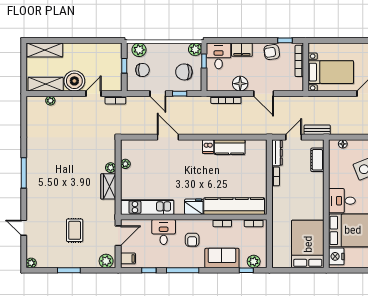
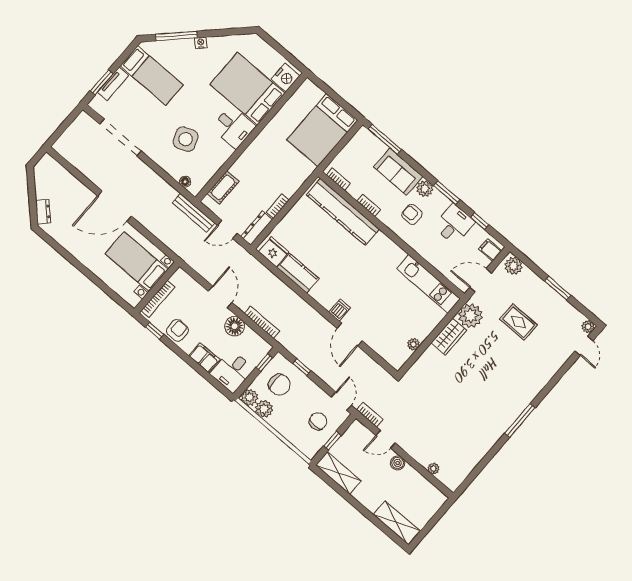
plant: (139, 50) -> (264, 409), moved
armchair: (272, 52) -> (177, 330), turned -82
window: (204, 61) -> (264, 363), moved
chair: (143, 70) -> (318, 421), turned 90
boiler: (74, 81) -> (398, 463), width x0.54, depth x0.54
shelving: (46, 84) -> (338, 473), moved
door: (158, 94) -> (341, 401), moved
bench: (317, 130) -> (194, 213), width x1.36
dishwasher: (208, 147) -> (340, 310), moved
plant: (111, 168) -> (470, 316), moved, width x1.87, depth x1.87
fridge: (194, 207) -> (274, 252), moved, turned 180
door: (24, 228) -> (584, 346), moved
rug: (75, 230) -> (518, 322), turned 90
desk: (164, 232) -> (454, 224), moved, turned 180
armchair: (192, 240) -> (412, 214), turned -90
bed: (308, 244) -> (322, 130), moved
plant: (254, 261) -> (425, 189), moved
window: (183, 270) -> (447, 193), width x0.69
window: (246, 270) -> (385, 139), width x2.17

